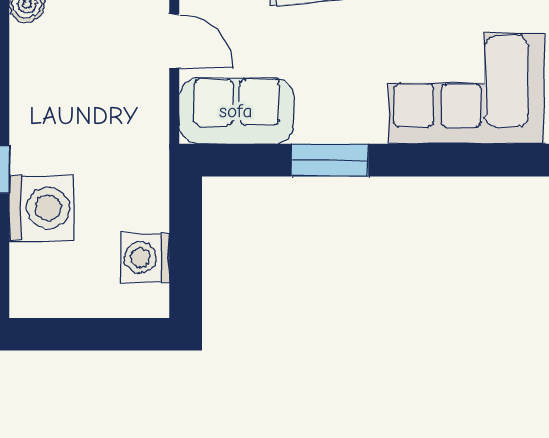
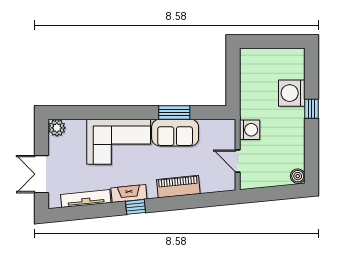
sofa: (236, 111) -> (175, 133), moved
washing machine: (145, 258) -> (250, 130), moved

